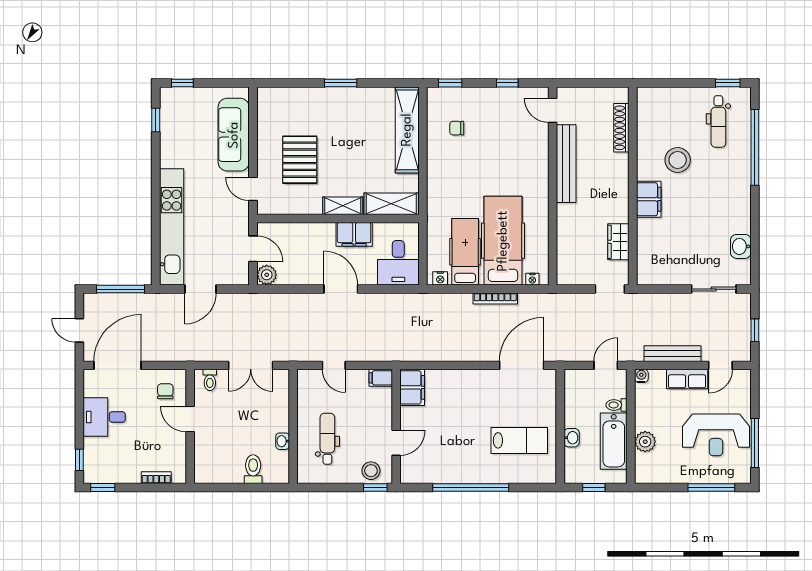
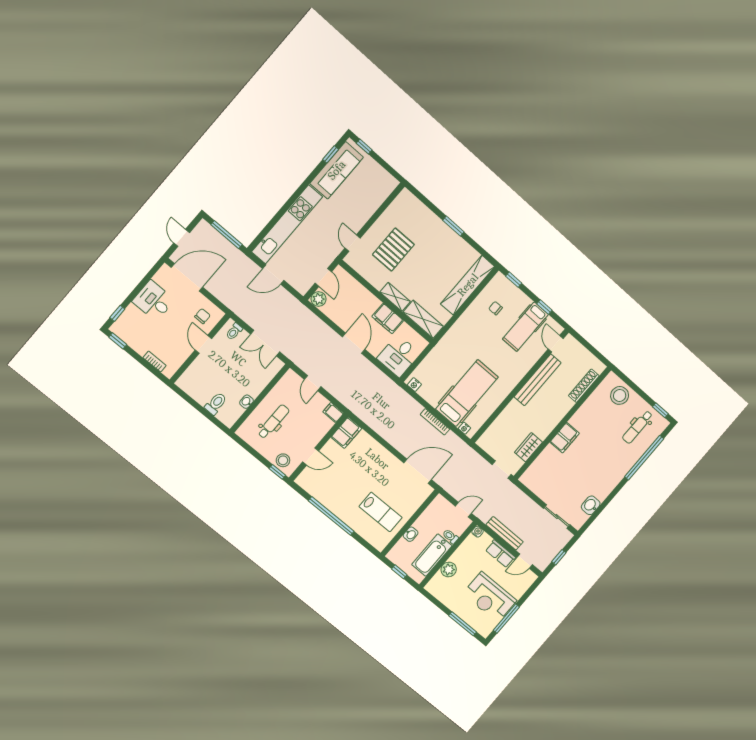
sofa: (234, 135) -> (337, 170), moved, turned 180
stool: (678, 160) -> (620, 395), moved
hospital bed: (465, 252) -> (525, 327), moved, turned 180

